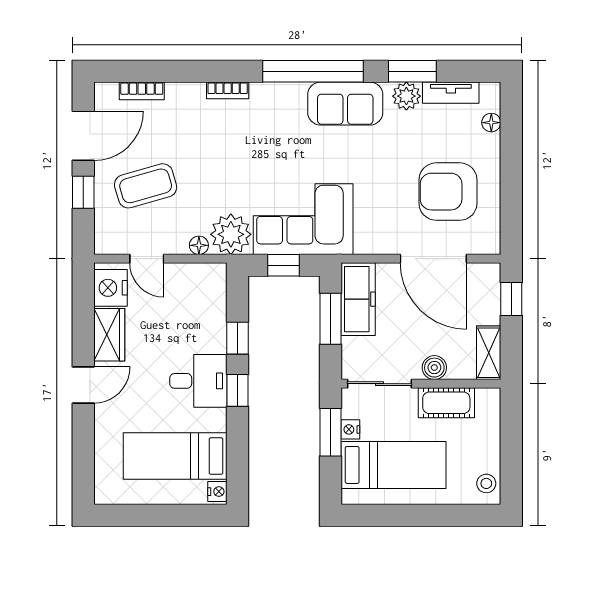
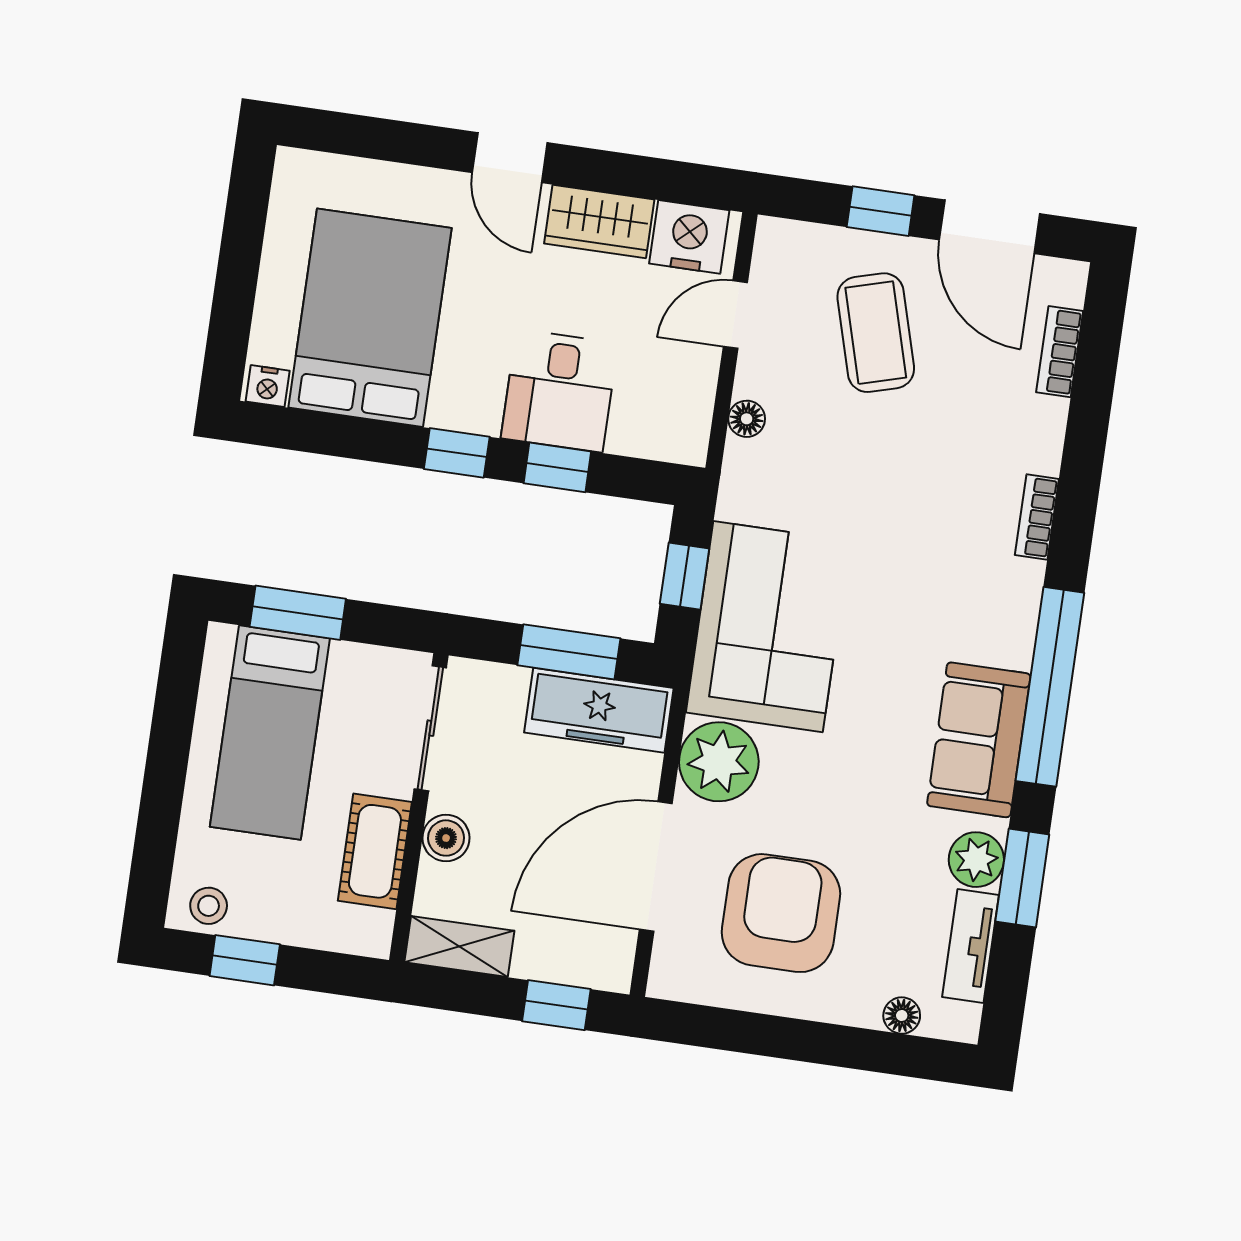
plant: (231, 234) -> (719, 762), moved
desk: (198, 381) -> (559, 391), moved
nightstand: (350, 429) -> (350, 659), removed
window: (331, 432) -> (298, 613), moved
bed: (175, 456) -> (370, 318), width x1.50
window: (511, 461) -> (245, 960), added

